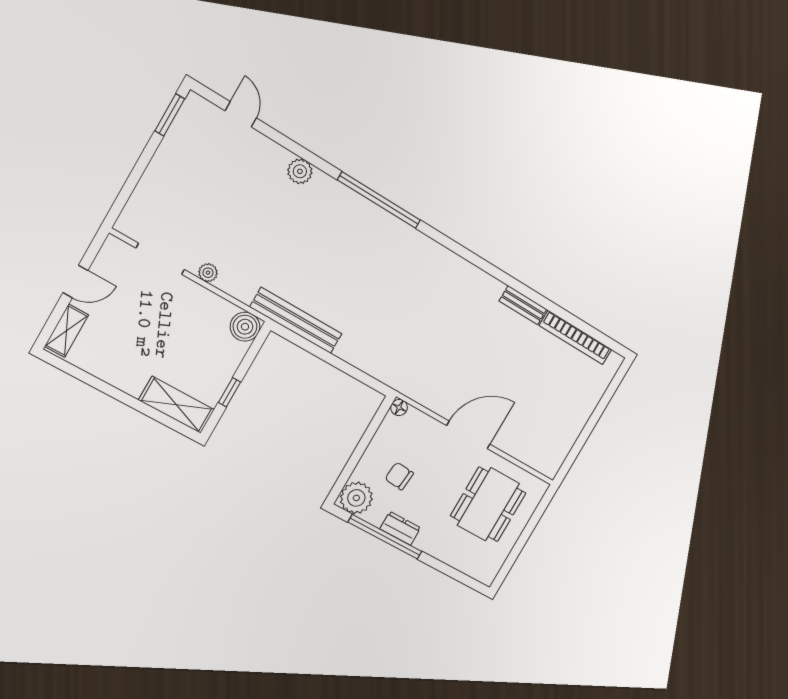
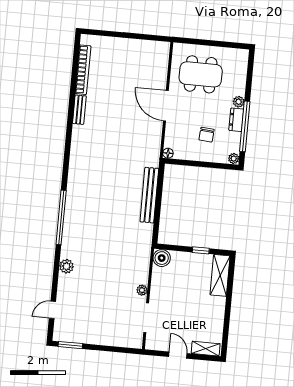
bench: (296, 320) -> (149, 195), moved
plant: (356, 498) -> (234, 159), width x0.53, depth x0.53
plant: (424, 542) -> (239, 102), added

